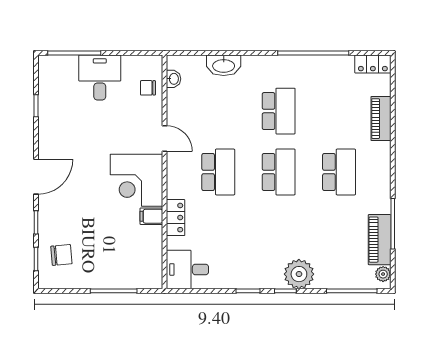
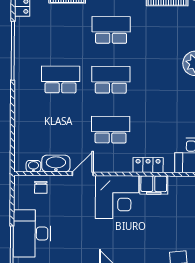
washbasin: (224, 65) -> (56, 164), moved, turned -90
desk: (100, 78) -> (32, 233), width x1.37
filing cabinet: (151, 216) -> (154, 185), width x2.00

